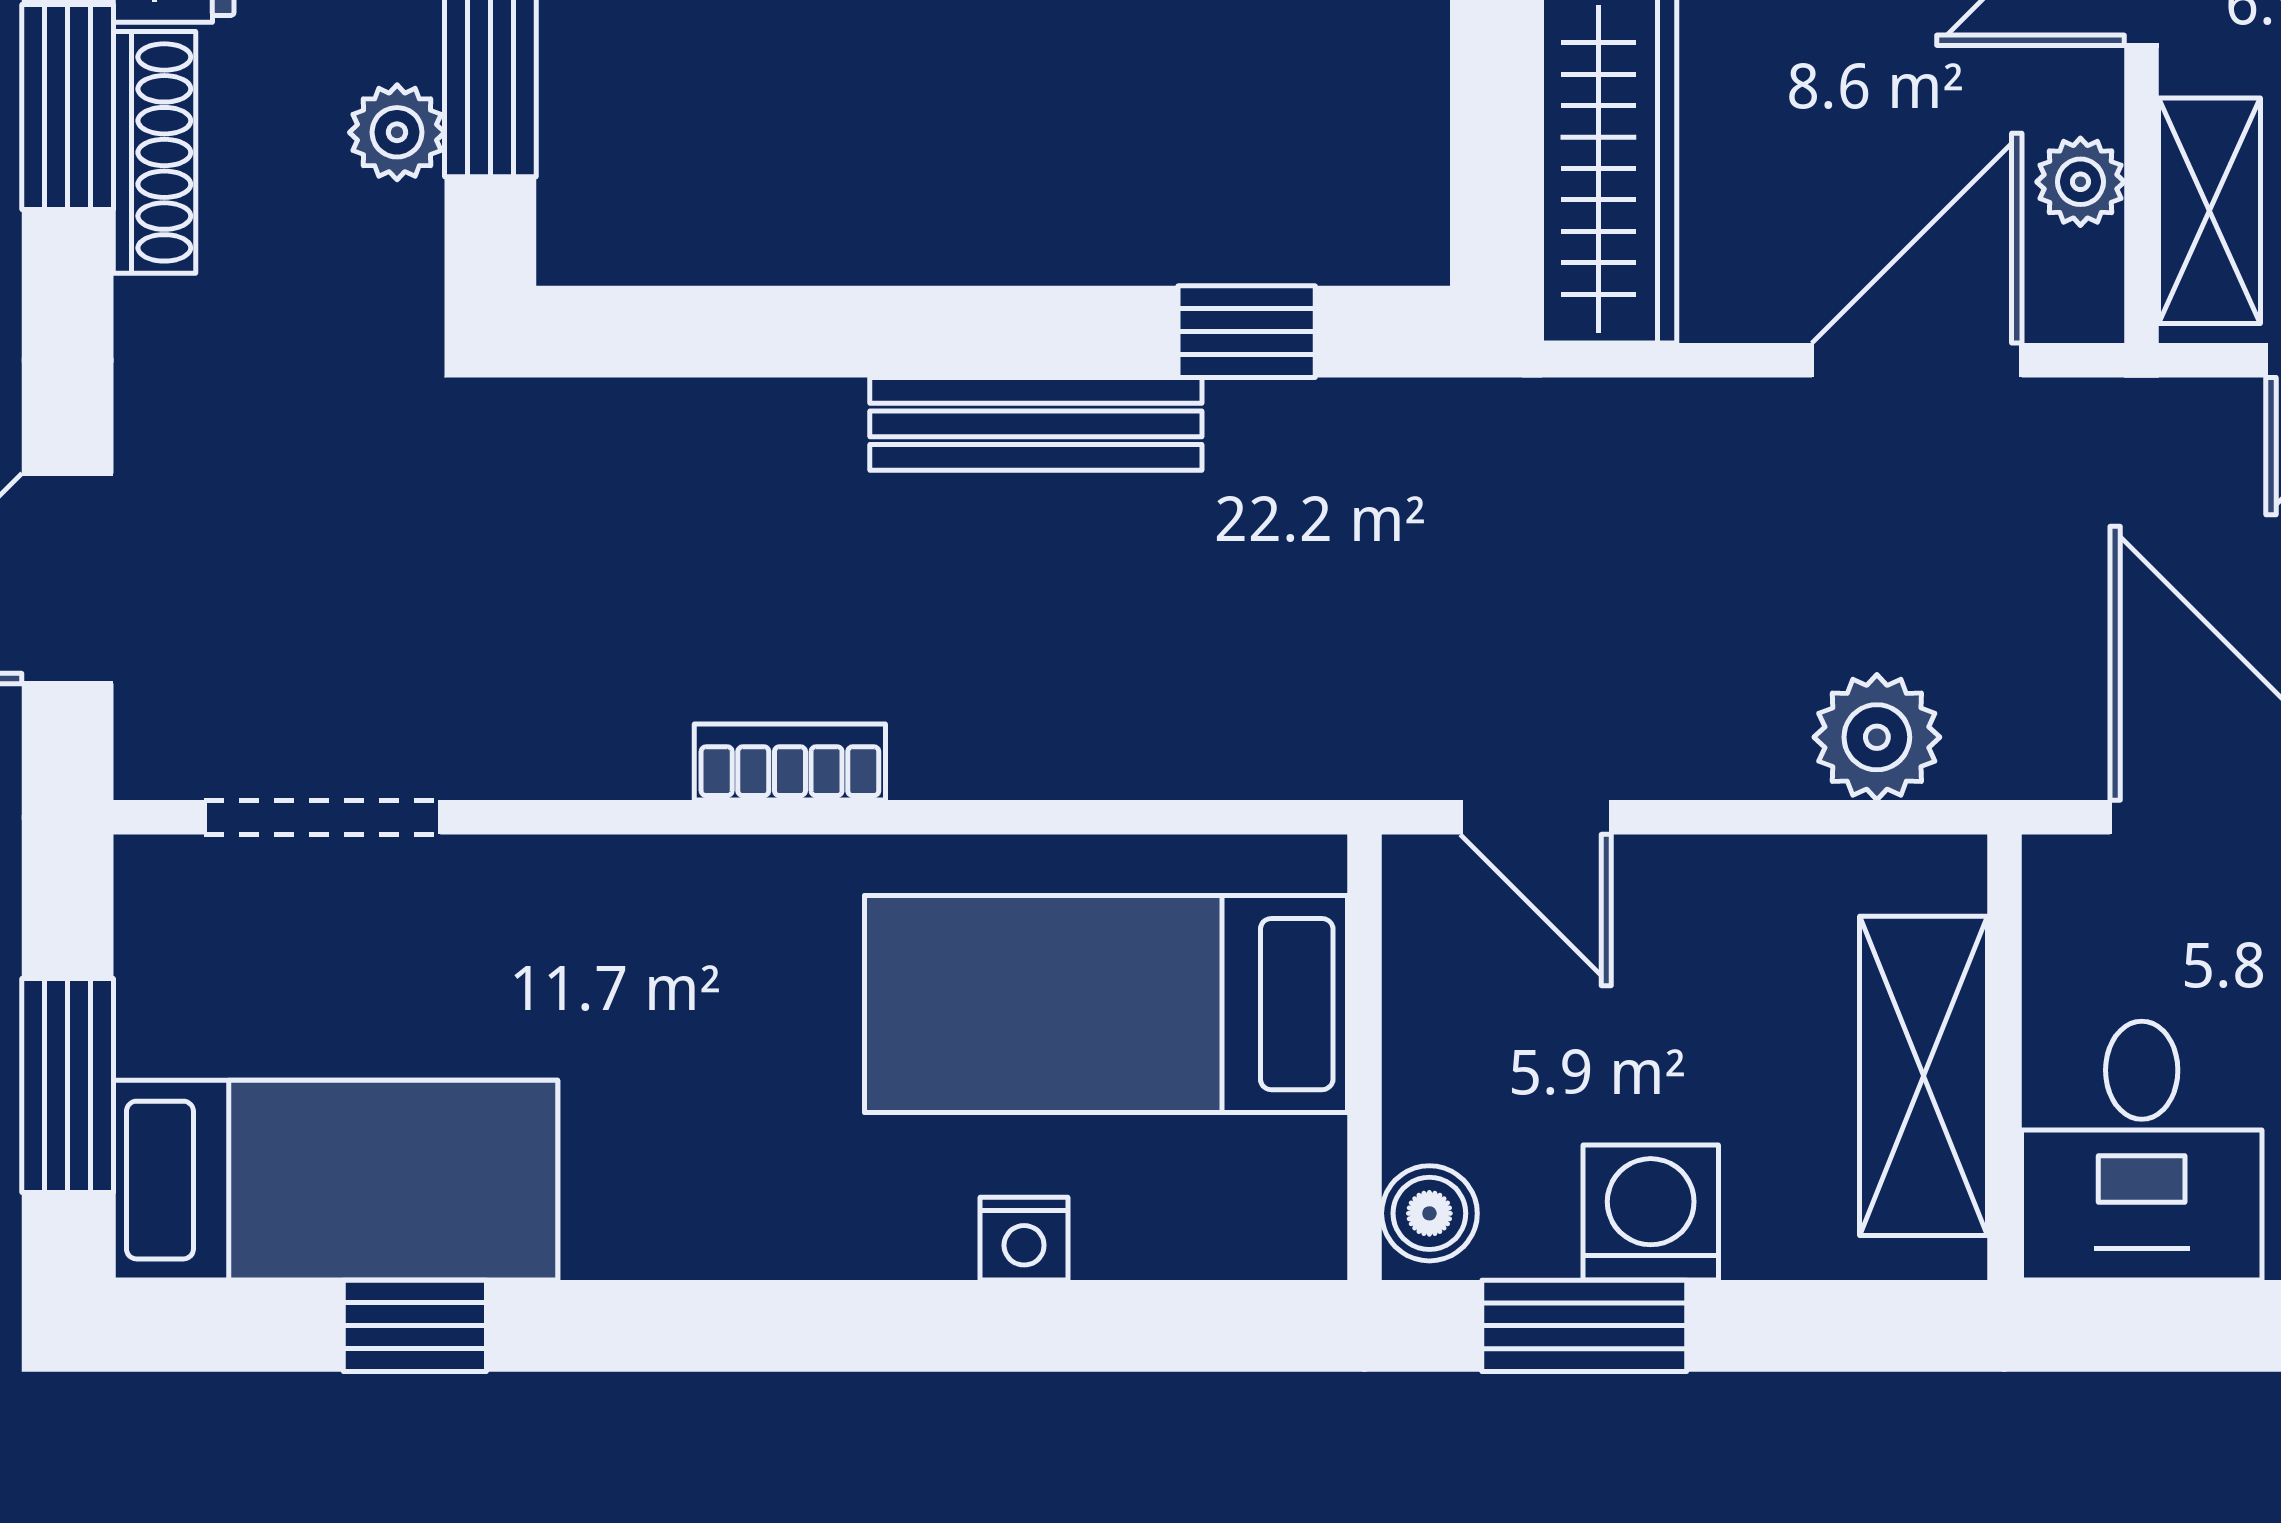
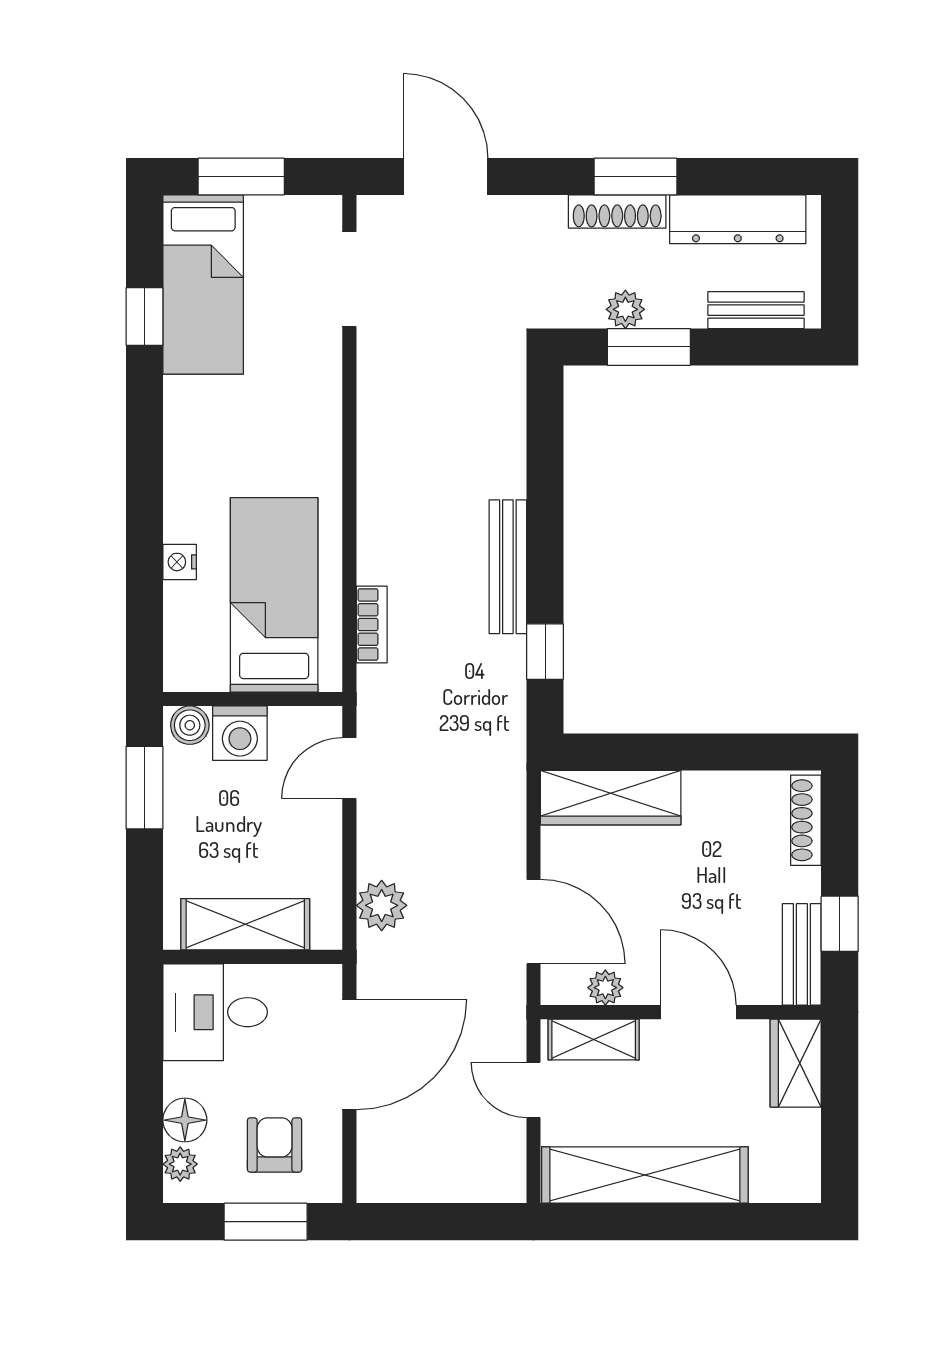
bookcase: (790, 762) -> (372, 625), moved
washing machine: (1651, 1213) -> (240, 733), moved, turned 90

